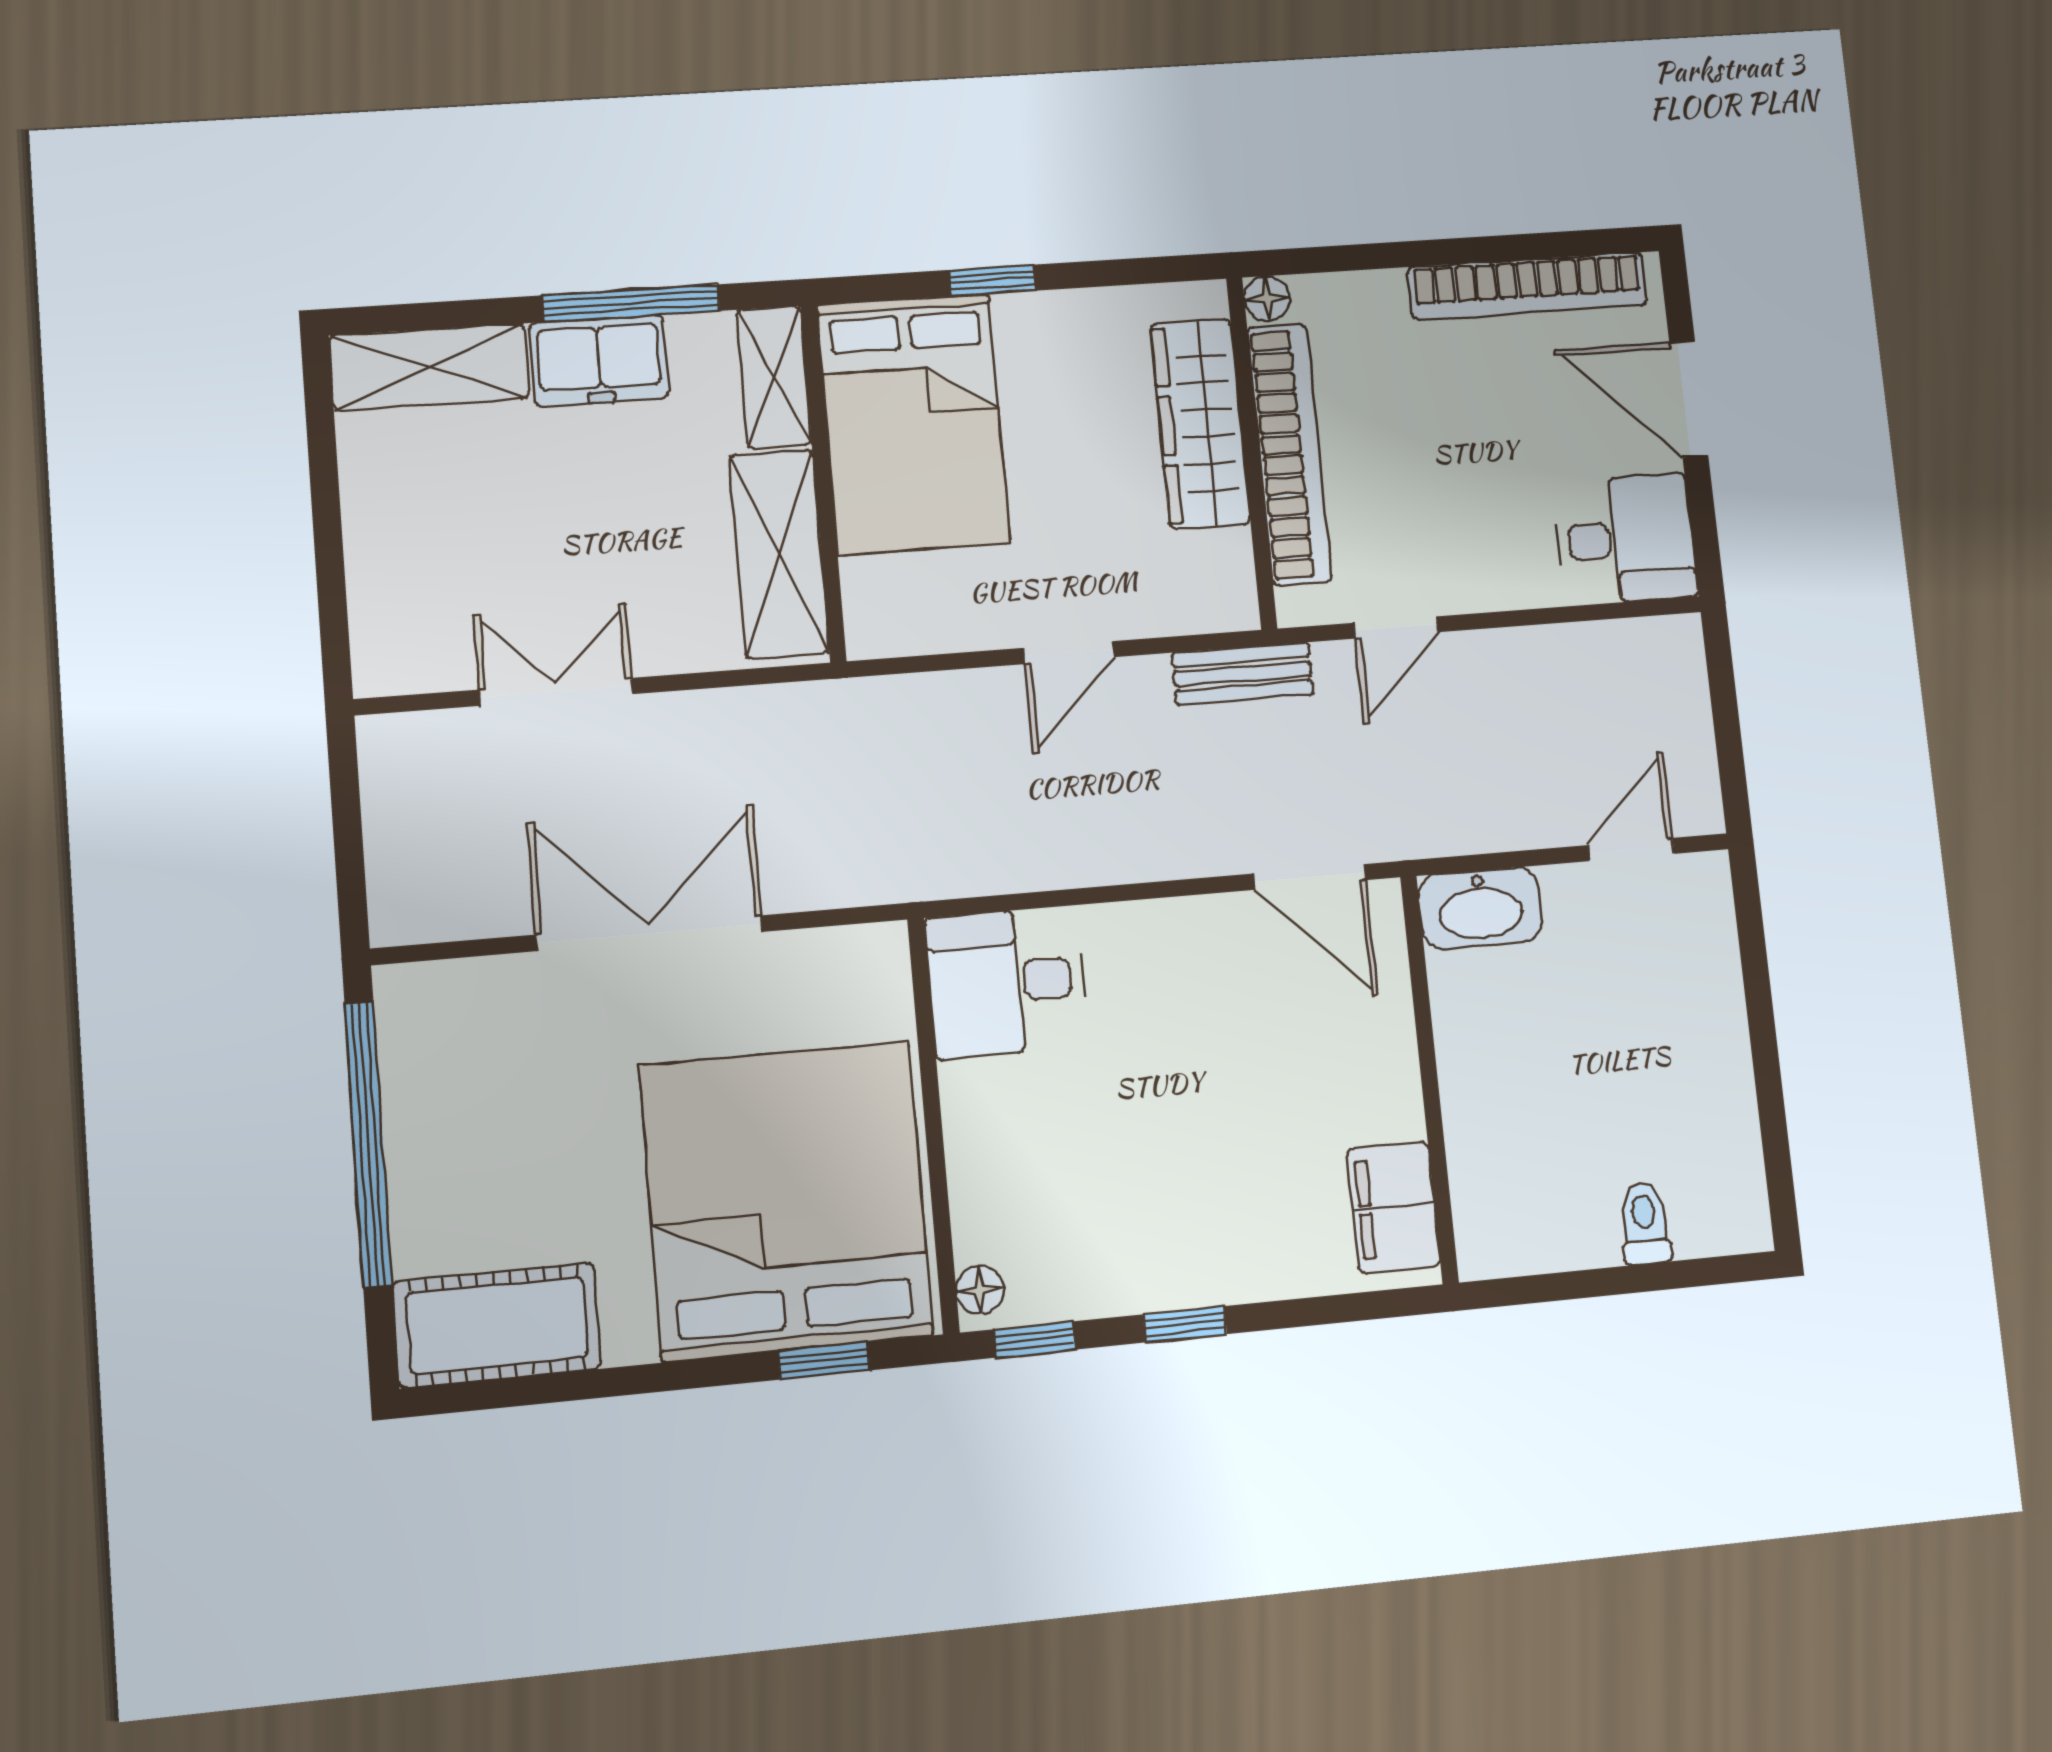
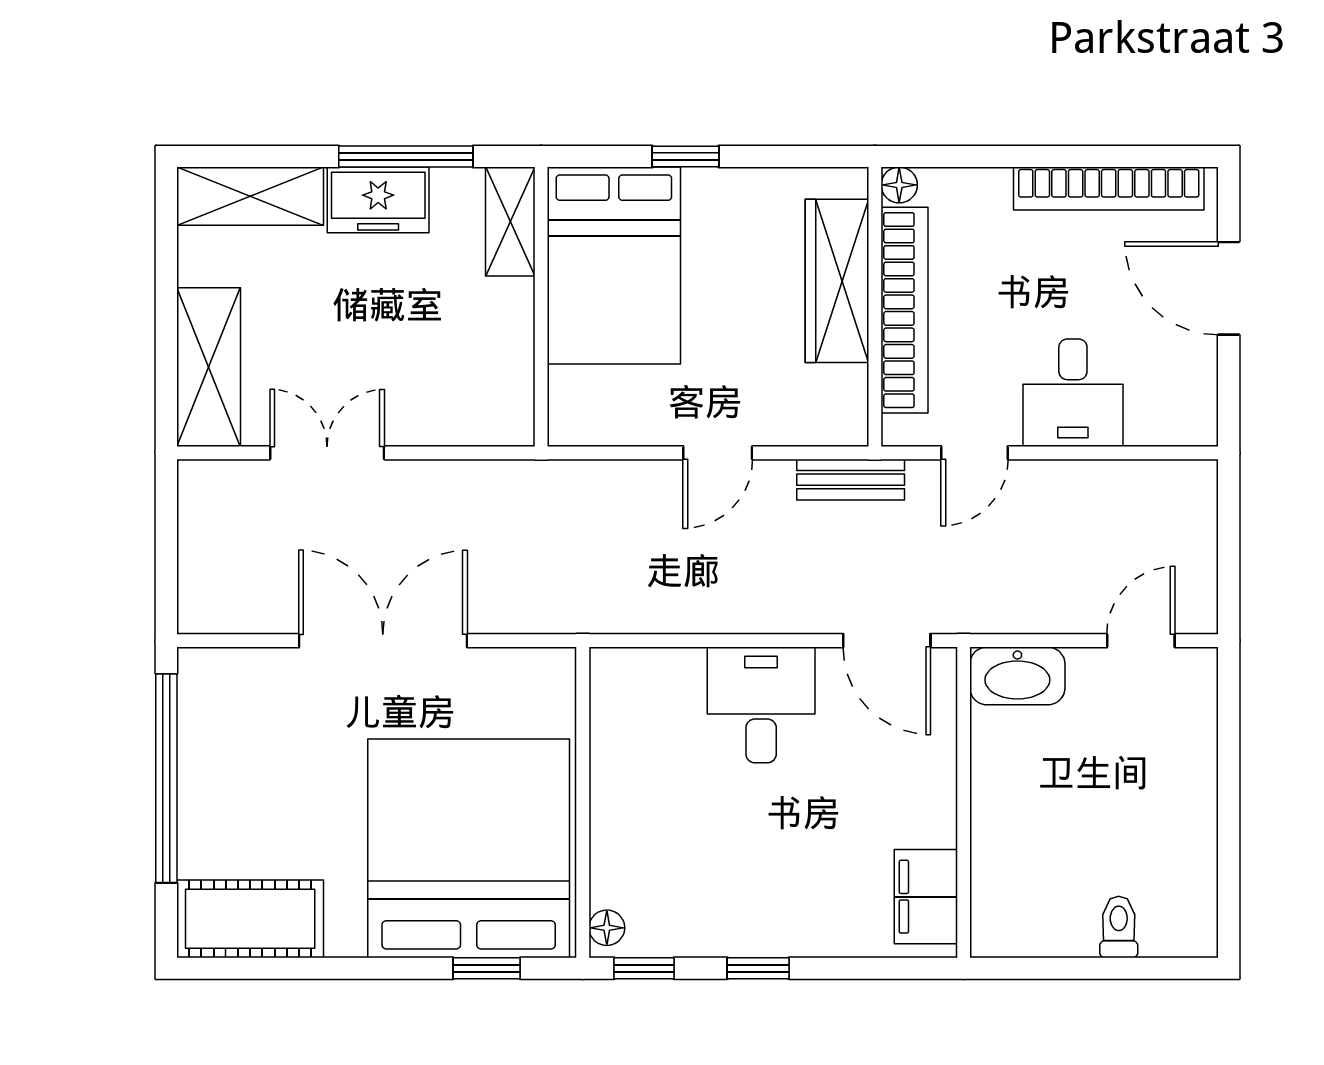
desk: (1625, 539) -> (1073, 393), moved, turned 90
shelving: (779, 554) -> (209, 367), moved
desk: (1006, 982) -> (761, 705), moved, turned 90

